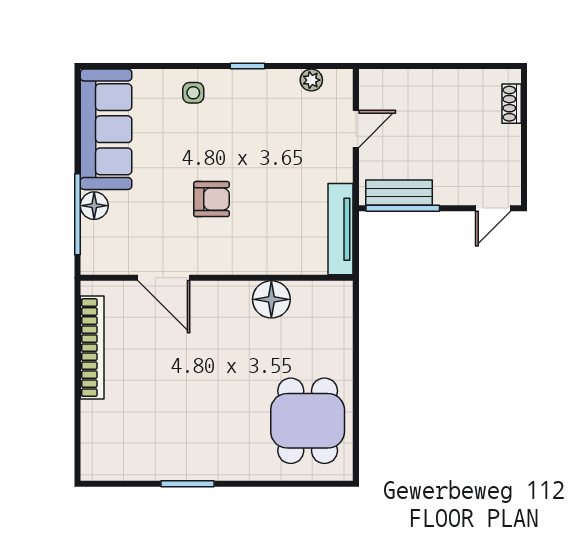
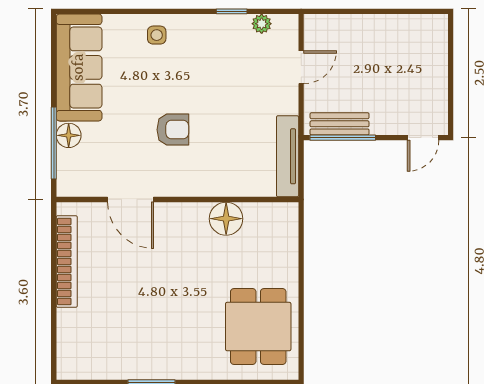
window: (248, 66) -> (232, 11), moved
shoe rack: (512, 104) -> (440, 45), removed

